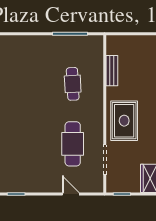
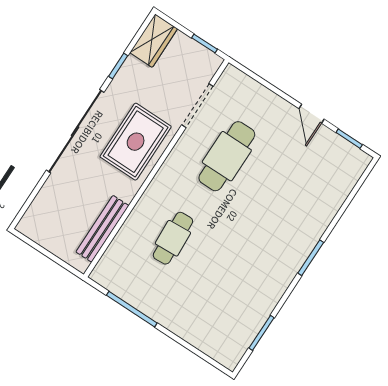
bench: (112, 71) -> (102, 229), width x1.36
door: (71, 194) -> (312, 114), moved

